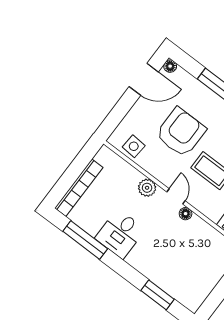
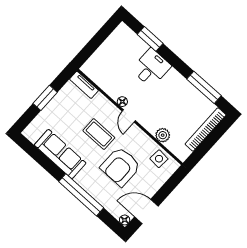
plant: (147, 188) -> (163, 135), moved
desk: (120, 234) -> (151, 68), moved

